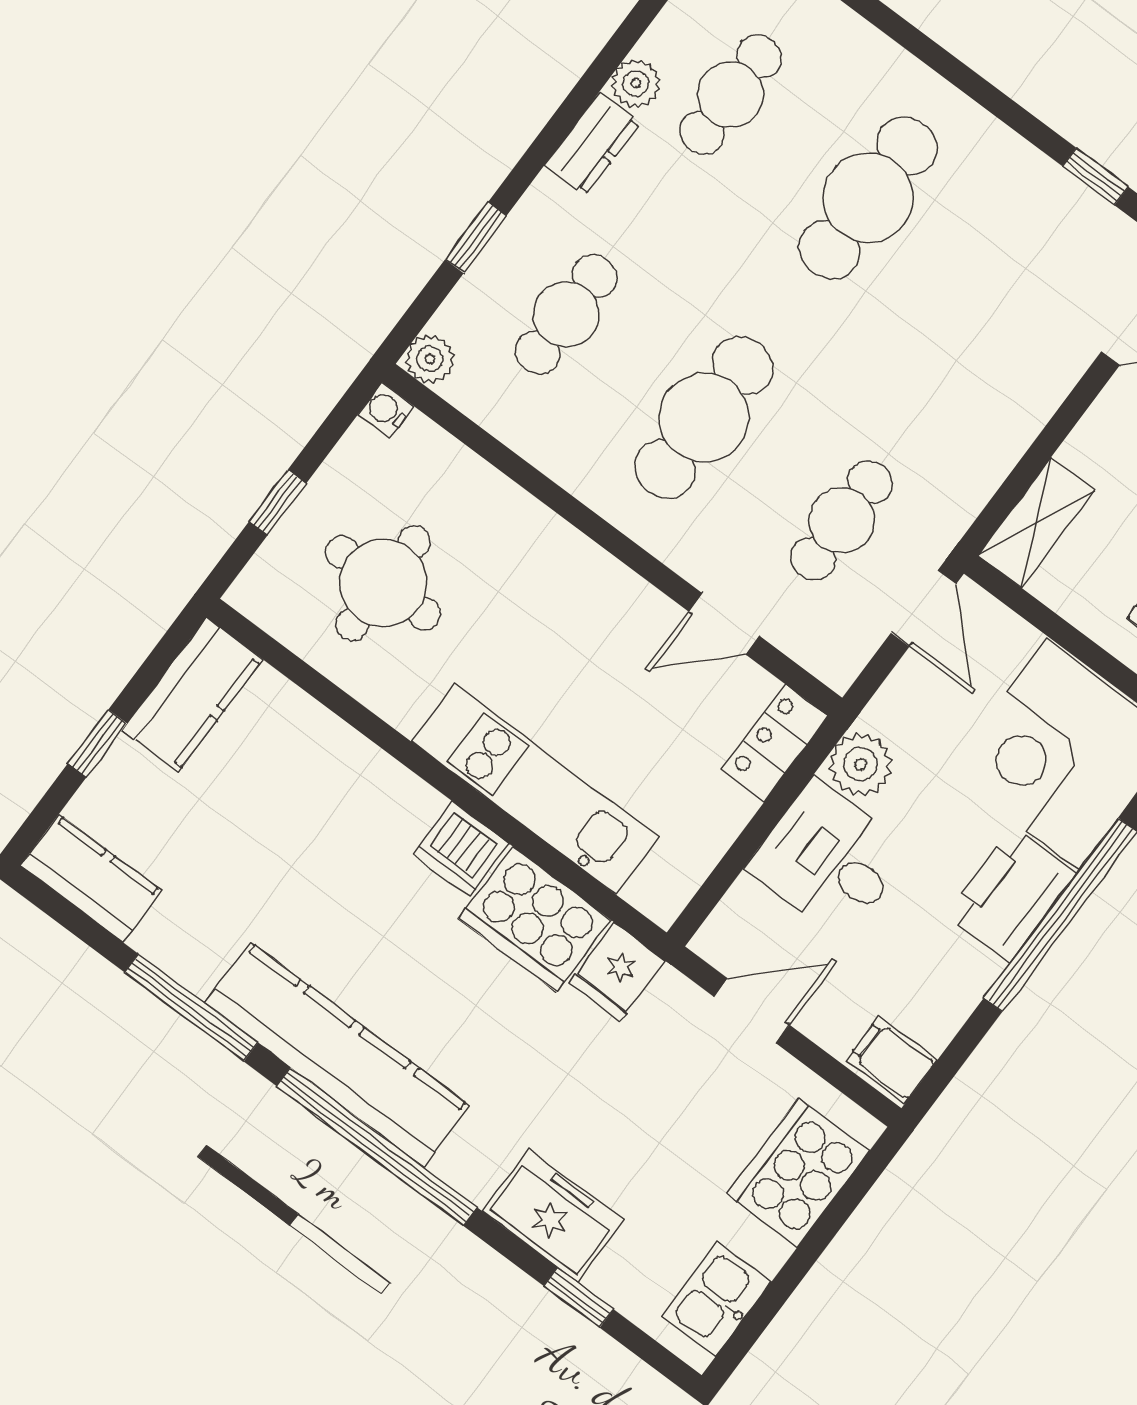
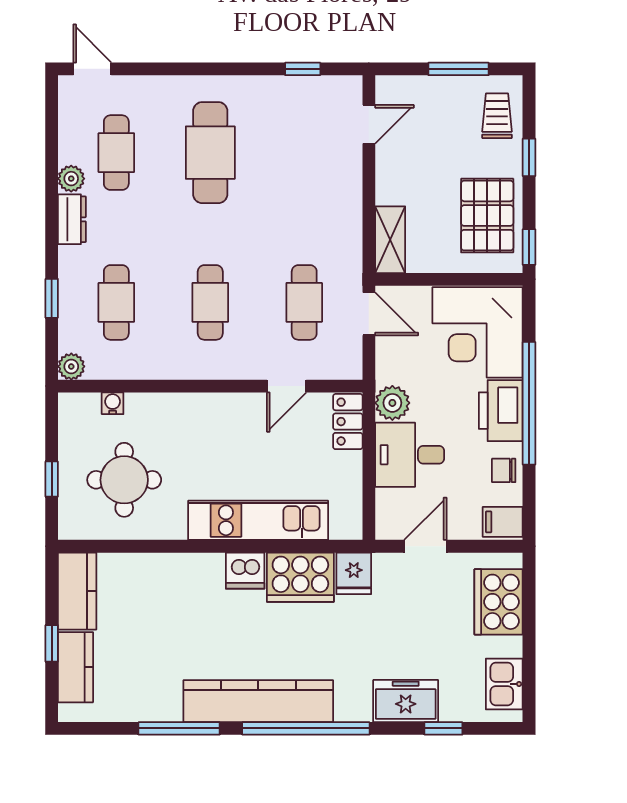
water cooler: (386, 410) -> (113, 403), moved, turned 90
cafe table: (704, 417) -> (210, 302), width x0.73, depth x0.74
kitchen counter: (91, 878) -> (76, 667), moved, turned 90
chair: (950, 985) -> (504, 470), added

